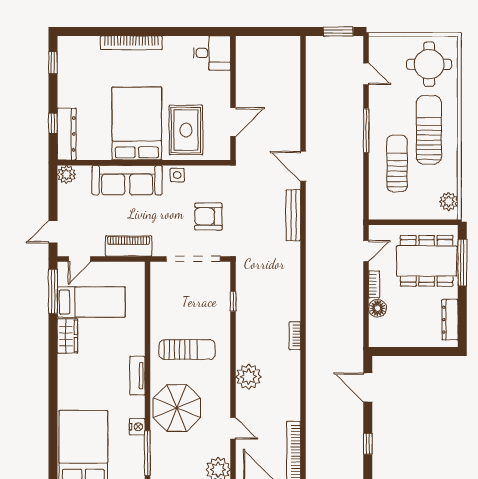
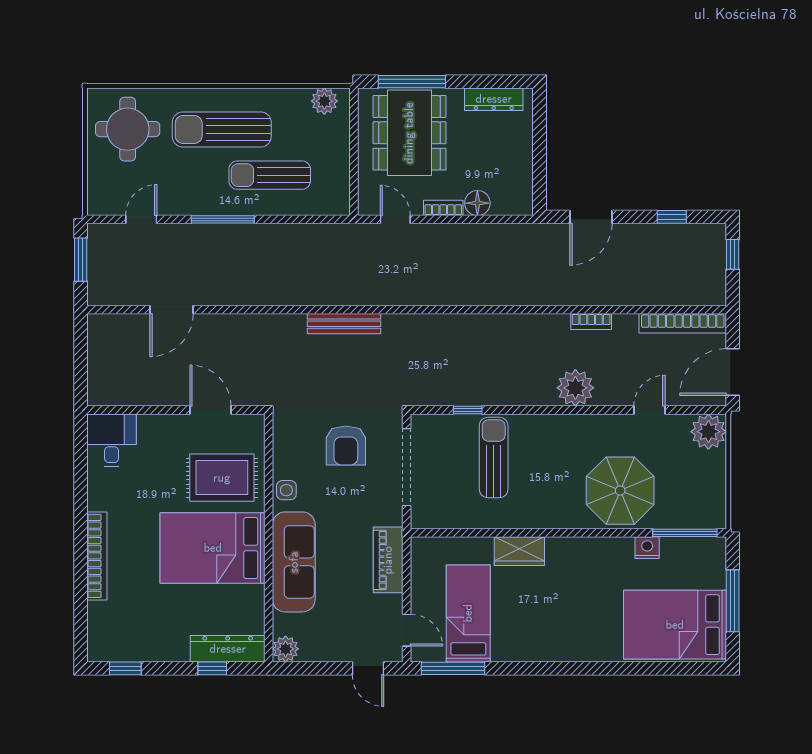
door: (303, 166) -> (171, 310), moved
wardrobe: (67, 336) -> (519, 551), moved, turned 180
bookcase: (295, 336) -> (591, 322), moved
sun lounger: (187, 350) -> (494, 458), moved
tv unit: (137, 376) -> (574, 547), removed

